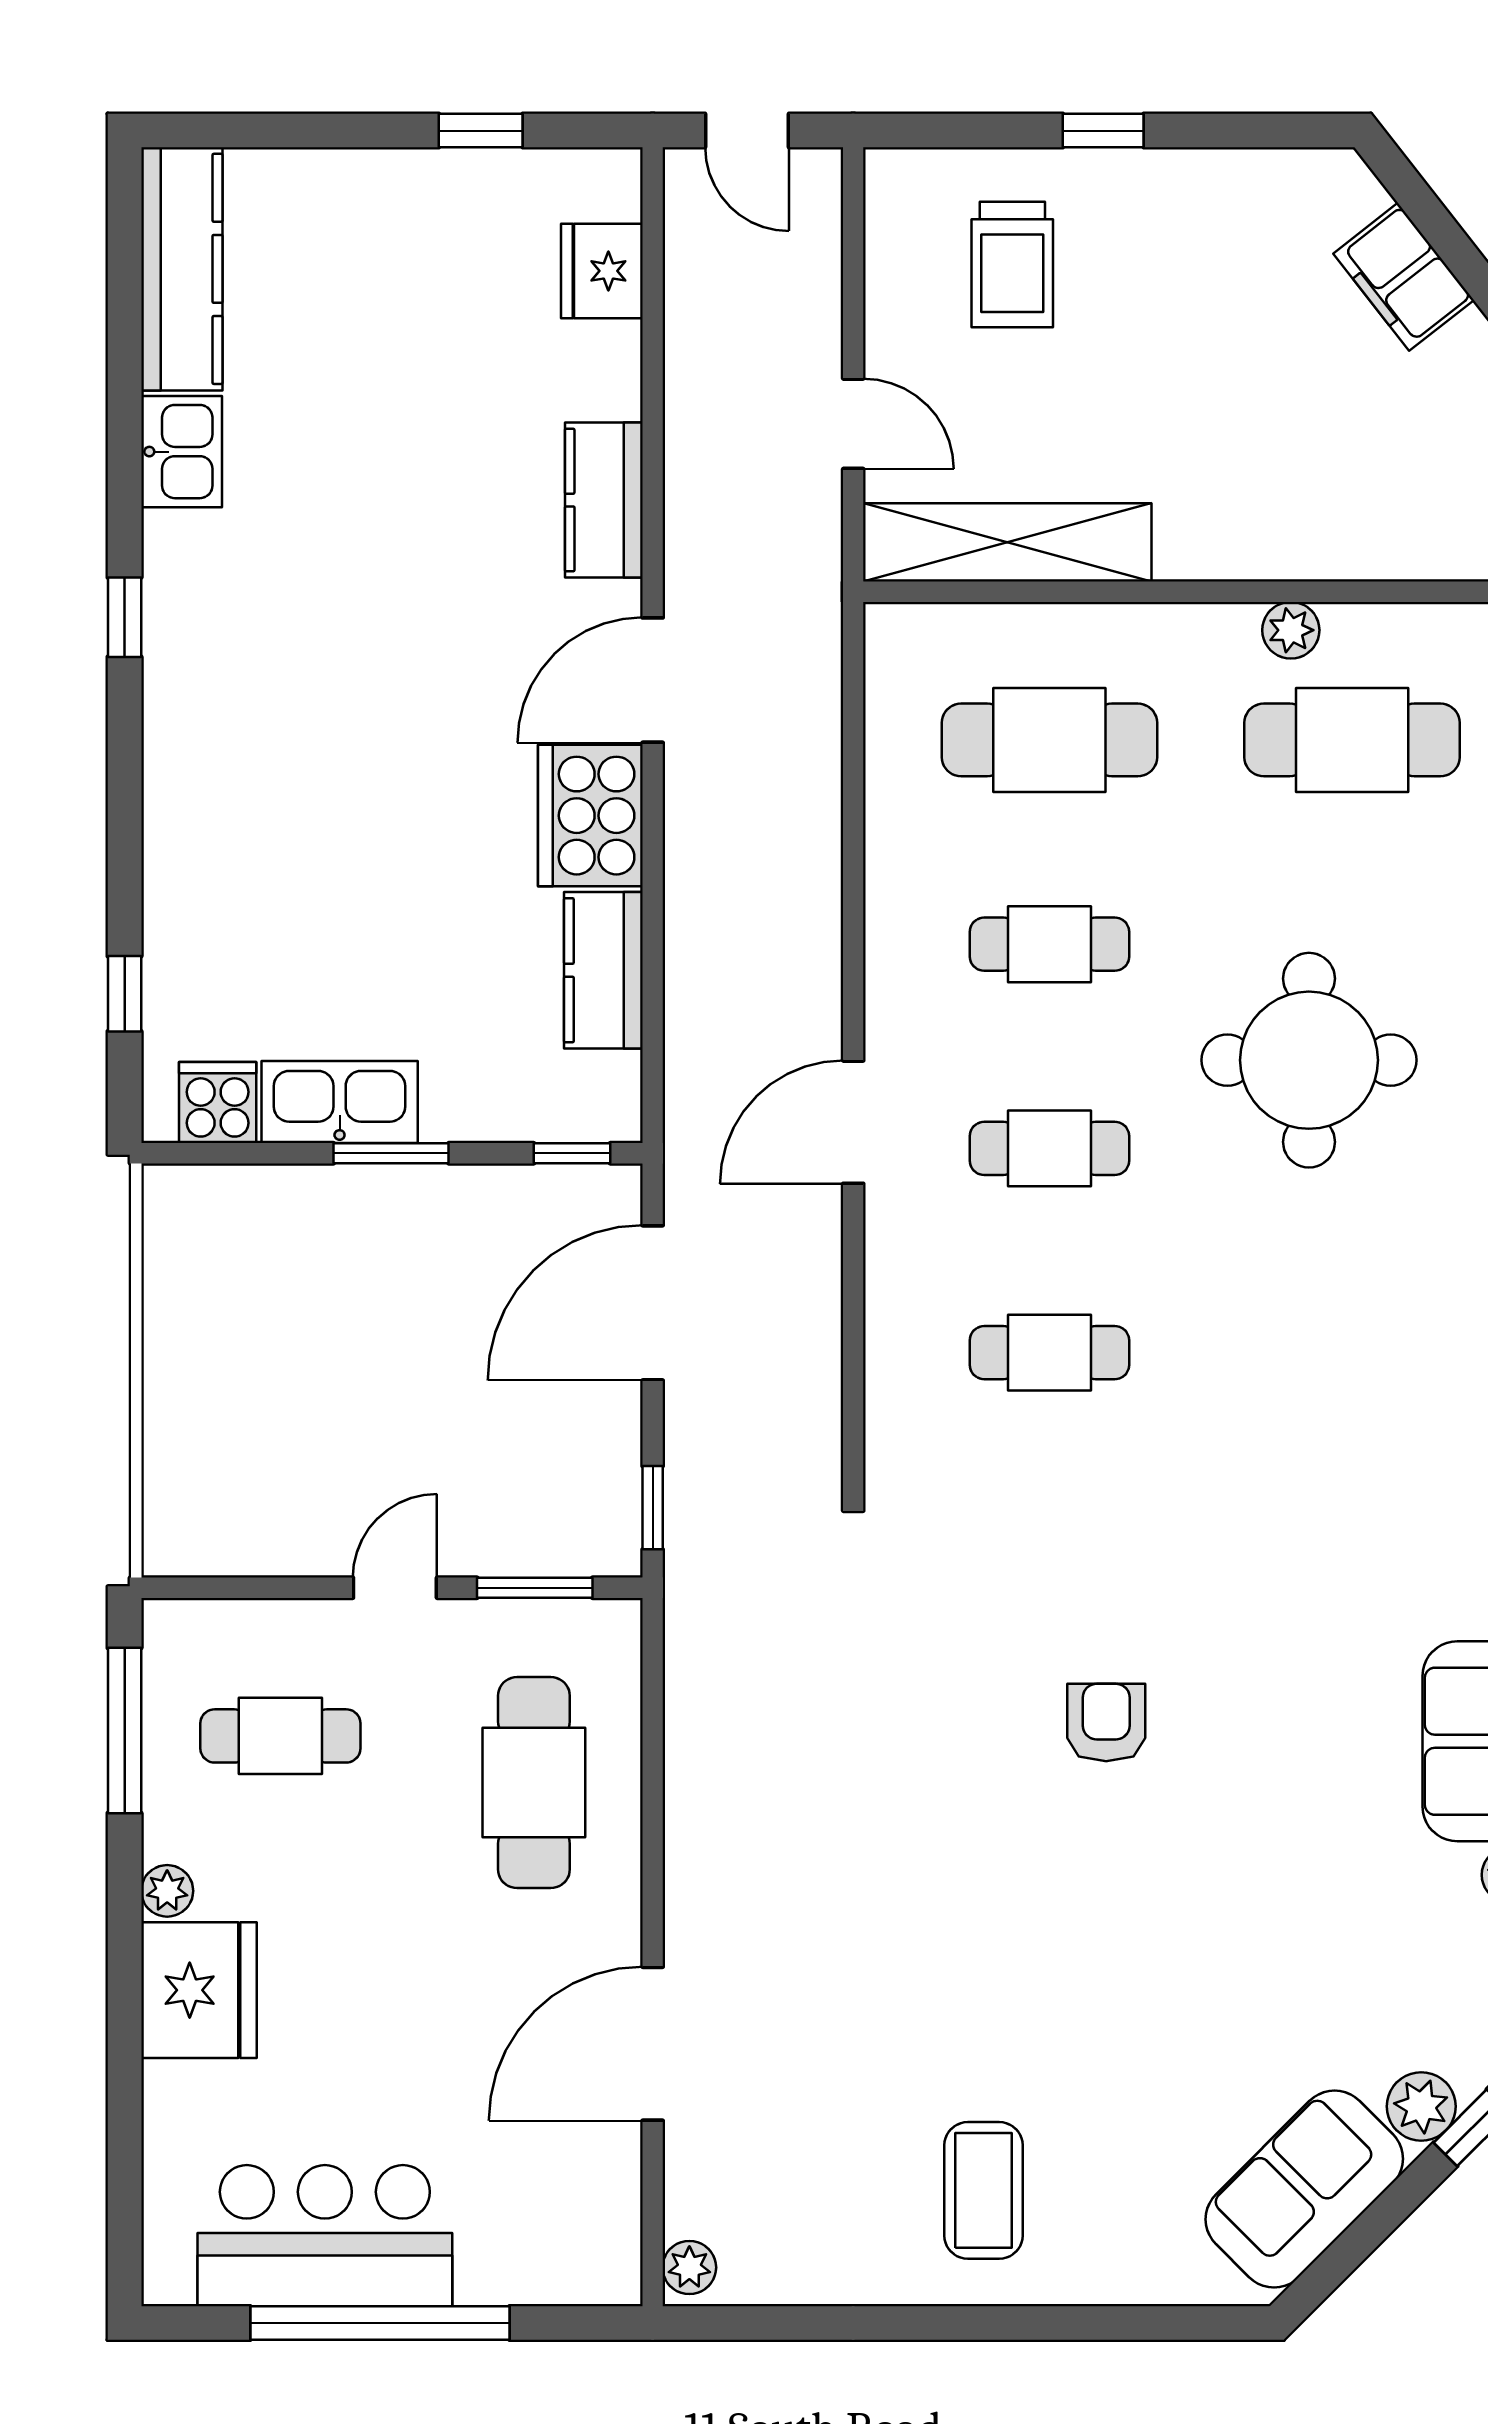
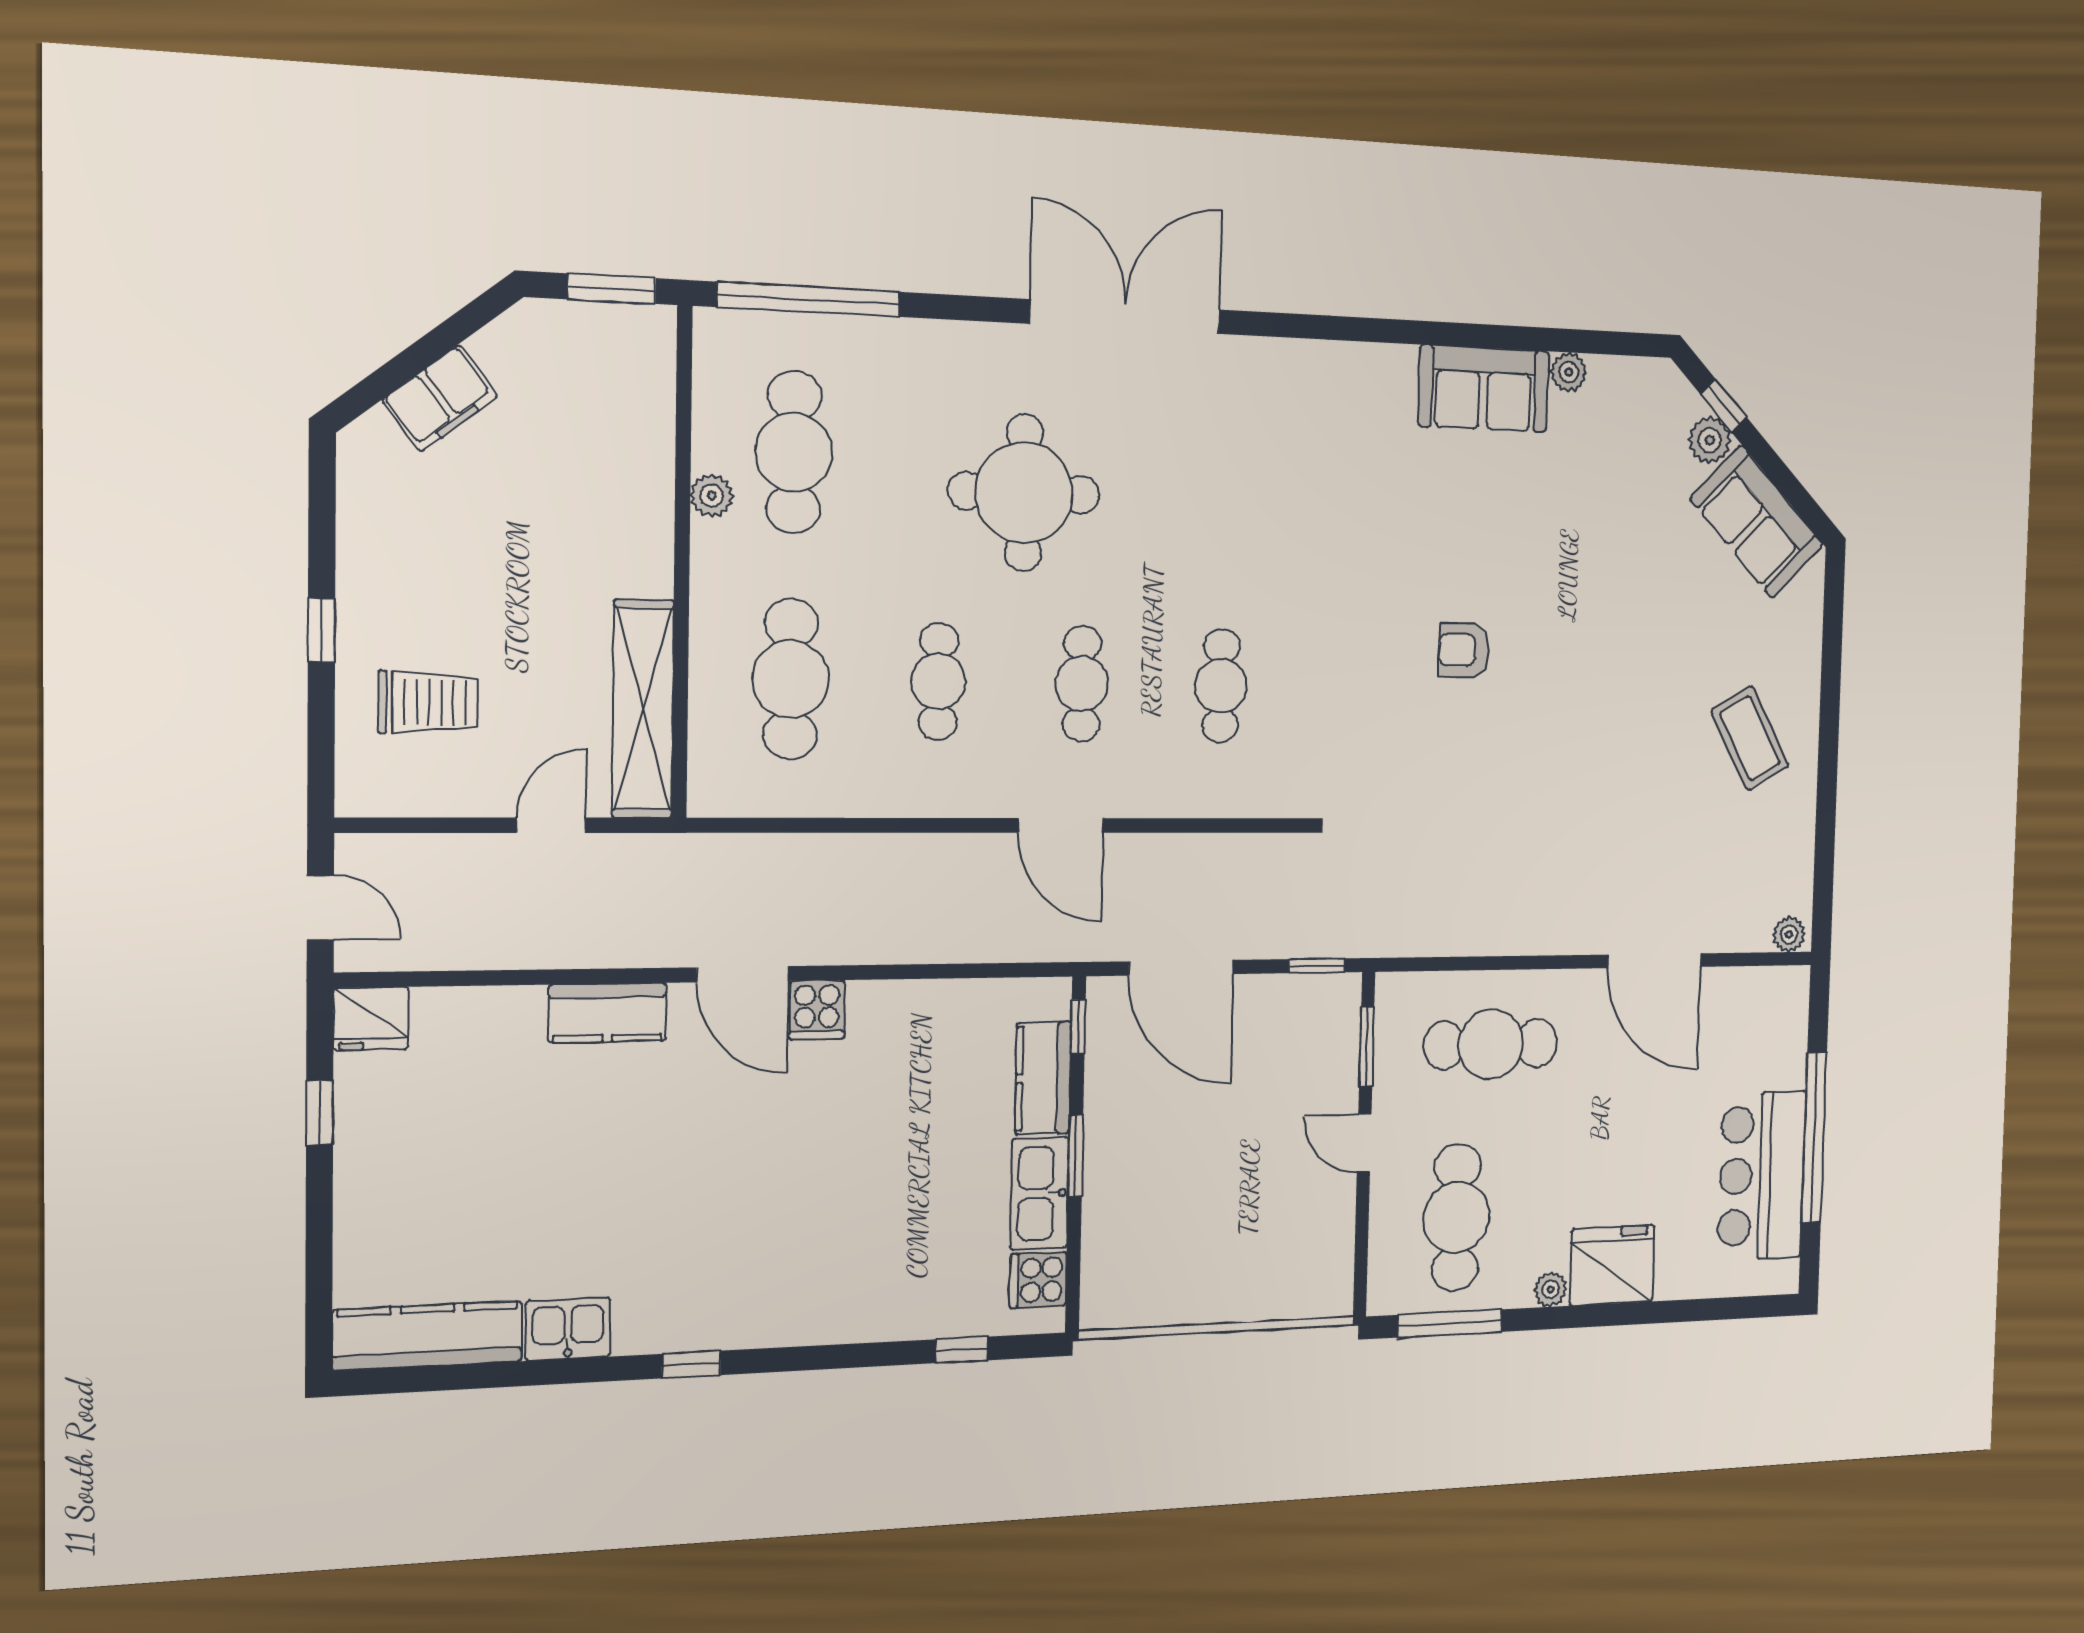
door: (747, 131) -> (320, 907), hinge flipped
fridge: (602, 271) -> (371, 1019), moved
cooker: (590, 816) -> (817, 1010), width x0.53, depth x0.76
kitchen counter: (603, 970) -> (1043, 1078), moved, turned 90
cafe table: (280, 1736) -> (1456, 1218), width x1.37, depth x1.35
coffee table: (984, 2190) -> (1750, 738), turned 61

